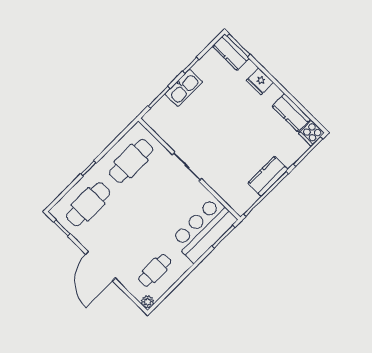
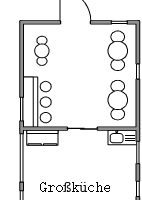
kitchen sink: (184, 88) -> (122, 137), moved, turned -90
kitchen counter: (268, 176) -> (42, 138), moved, turned 90
plant: (148, 302) -> (28, 29), removed

